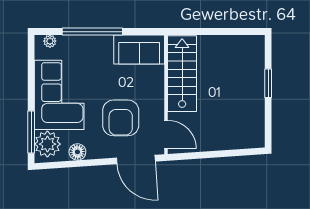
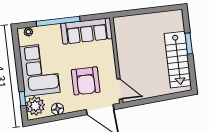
sofa: (139, 49) -> (87, 31), width x1.36
stairs: (182, 74) -> (178, 60), moved, turned 180
window: (31, 132) -> (22, 99), width x0.46

